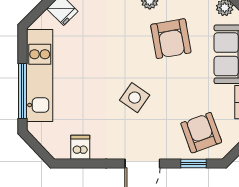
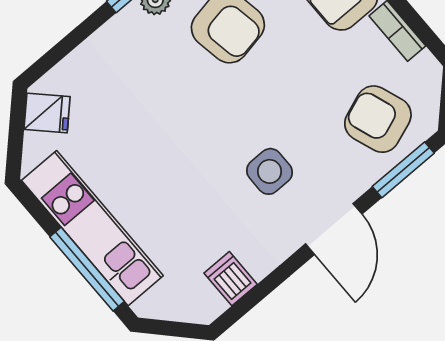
side table: (135, 98) -> (270, 171), moved, turned -35
window: (194, 164) -> (403, 170), width x1.50

